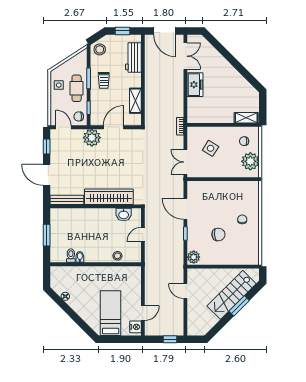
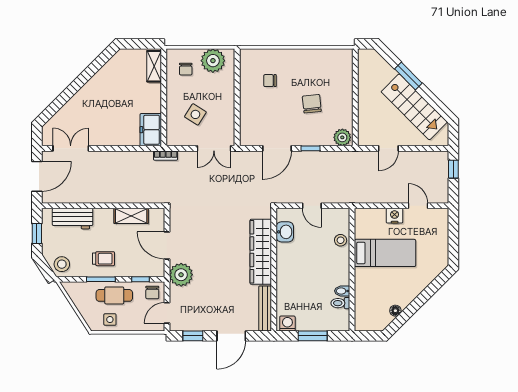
freezer: (195, 85) -> (151, 130), moved, turned -90
washing machine: (56, 216) -> (287, 323), added
chair: (242, 219) -> (270, 81), moved
stairs: (232, 295) -> (414, 107), moved
bed: (111, 313) -> (385, 253), moved, turned 180
nightstand: (136, 327) -> (395, 216), moved

